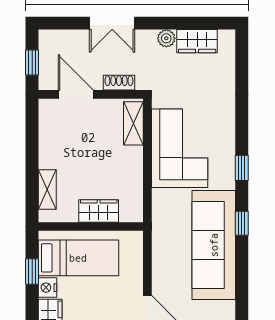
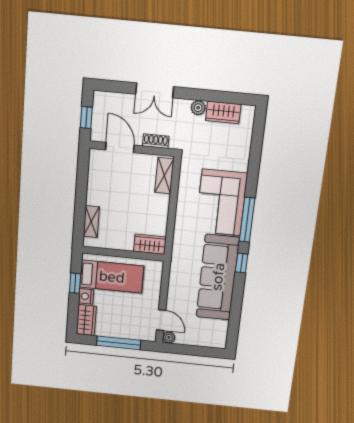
corner sofa: (180, 148) -> (221, 202), moved, turned 180
window: (242, 168) -> (247, 220), width x2.17
wardrobe: (99, 211) -> (150, 244), moved

